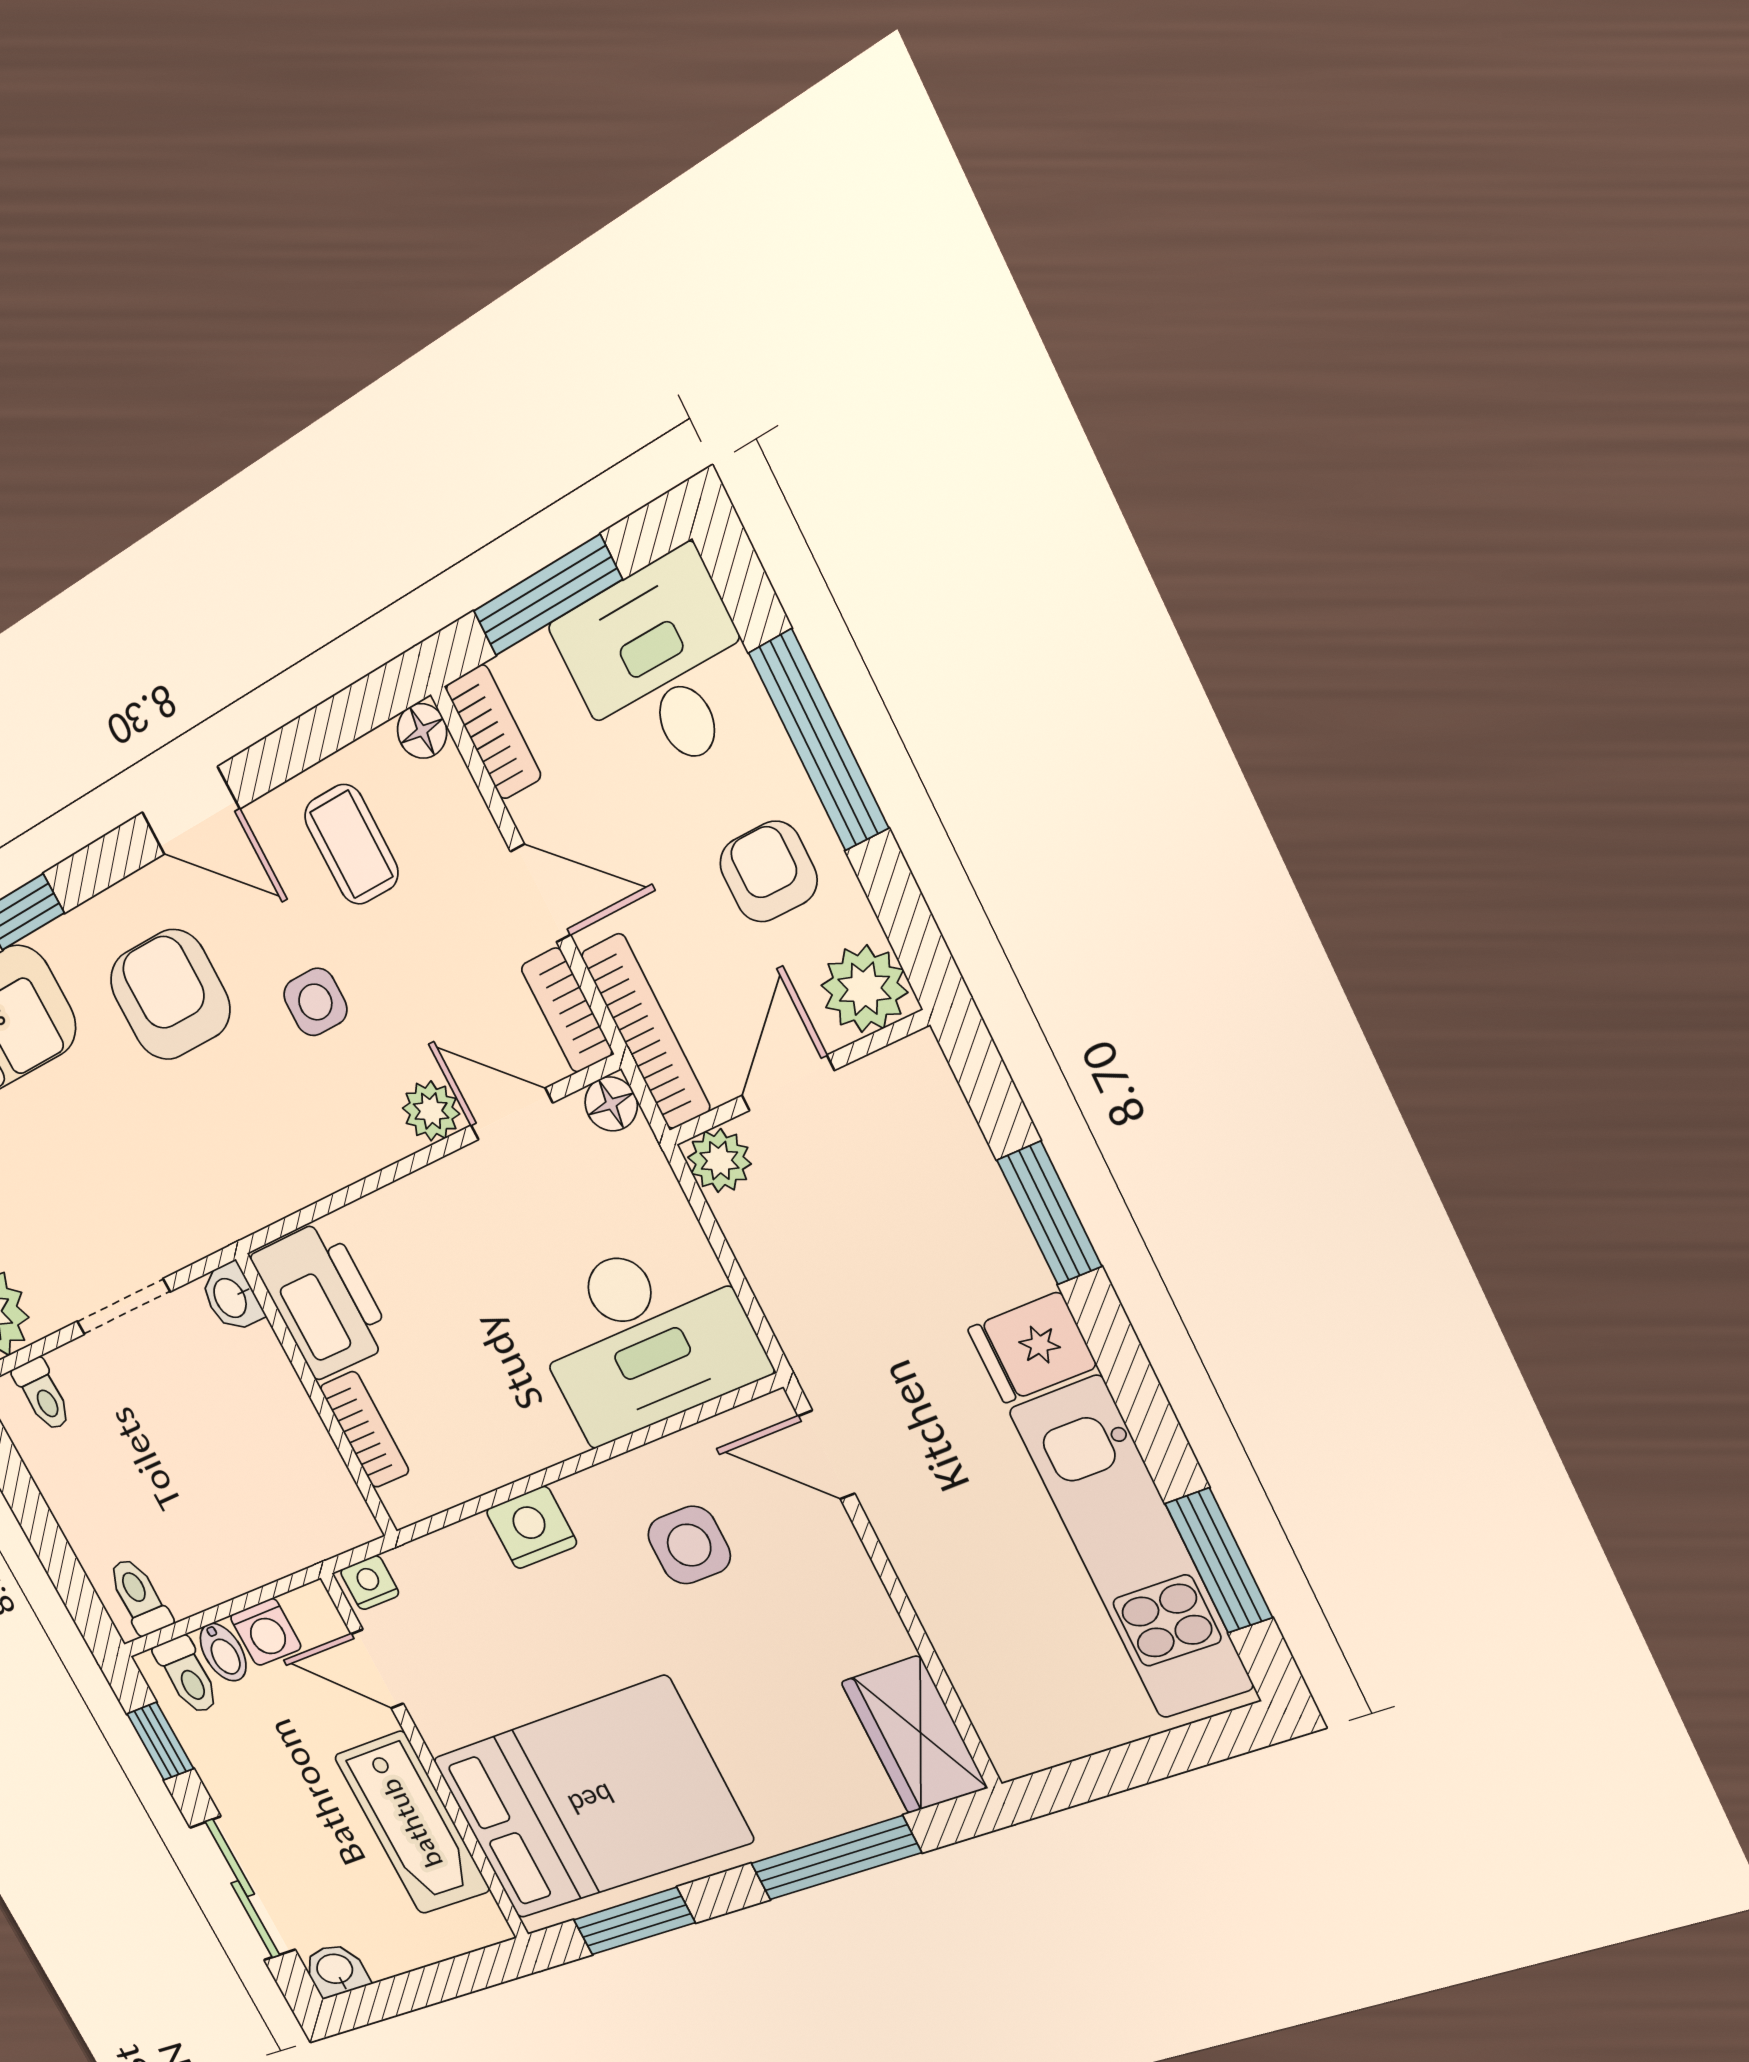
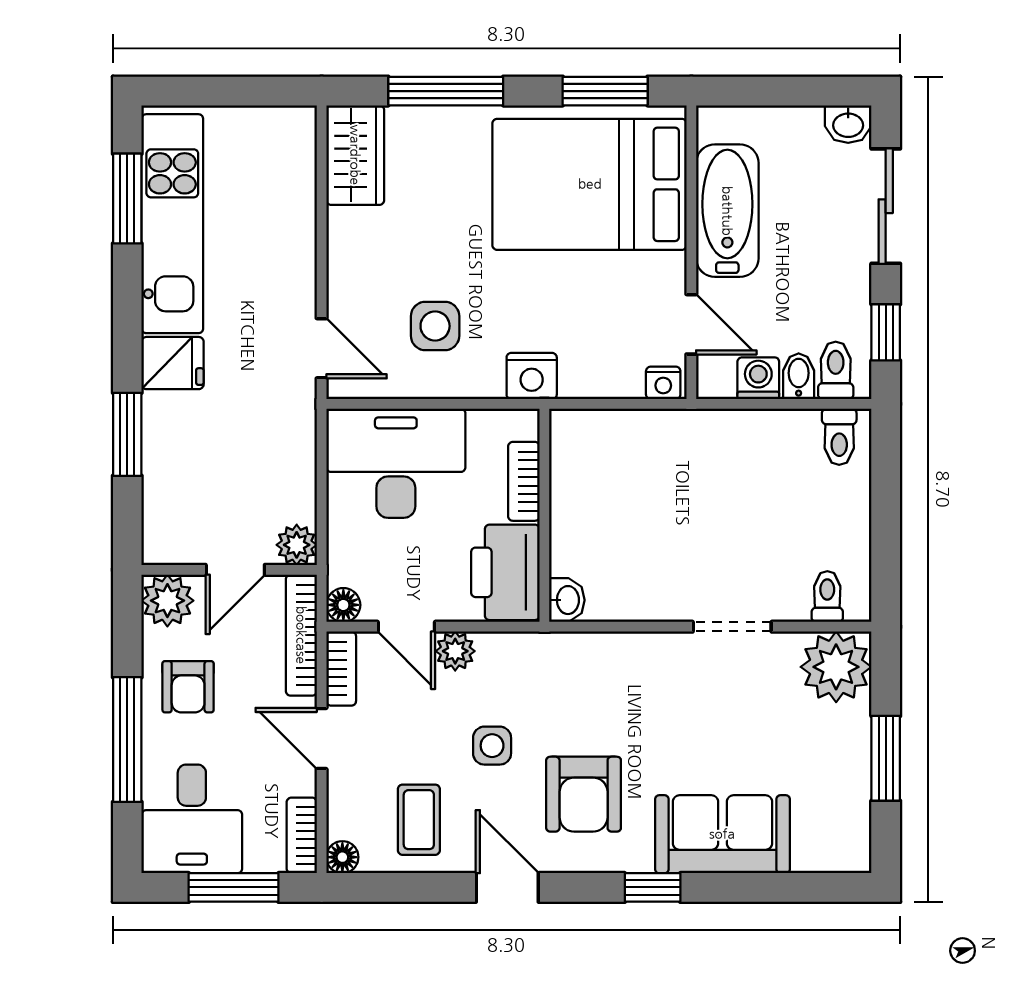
washbasin: (231, 1297) -> (567, 600), moved
printer: (322, 1300) -> (505, 572), moved
wall: (317, 1396) -> (544, 515), moved
bookcase: (365, 1430) -> (524, 481), moved

